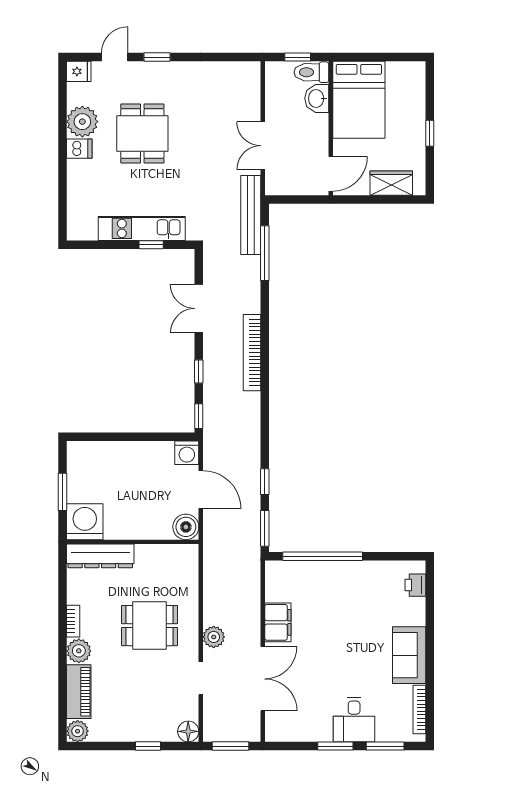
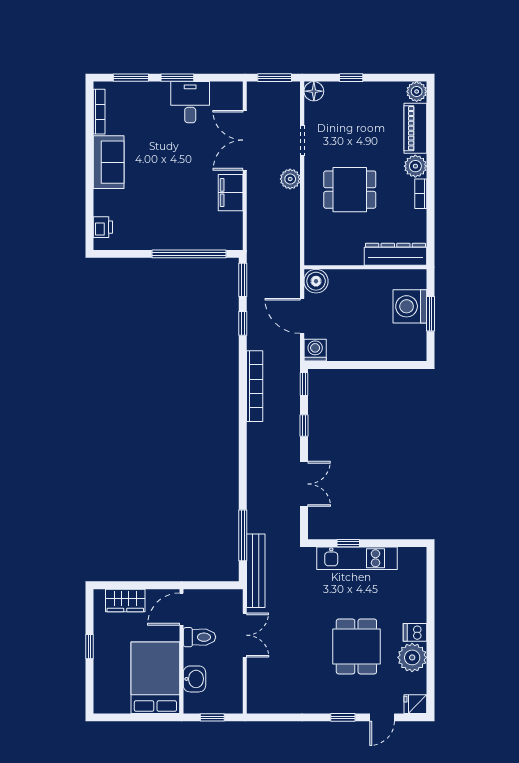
toilet: (311, 72) -> (199, 637), moved
bookcase: (252, 353) -> (255, 386), moved
washing machine: (85, 522) -> (410, 306), moved, turned 90
desk: (354, 720) -> (190, 102), moved

